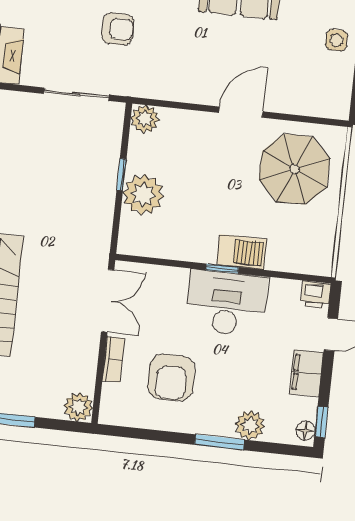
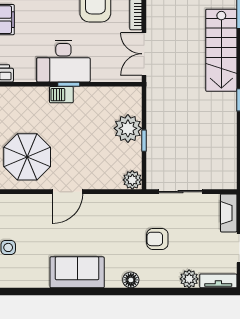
barbecue: (242, 252) -> (61, 95), width x0.73, depth x0.79

